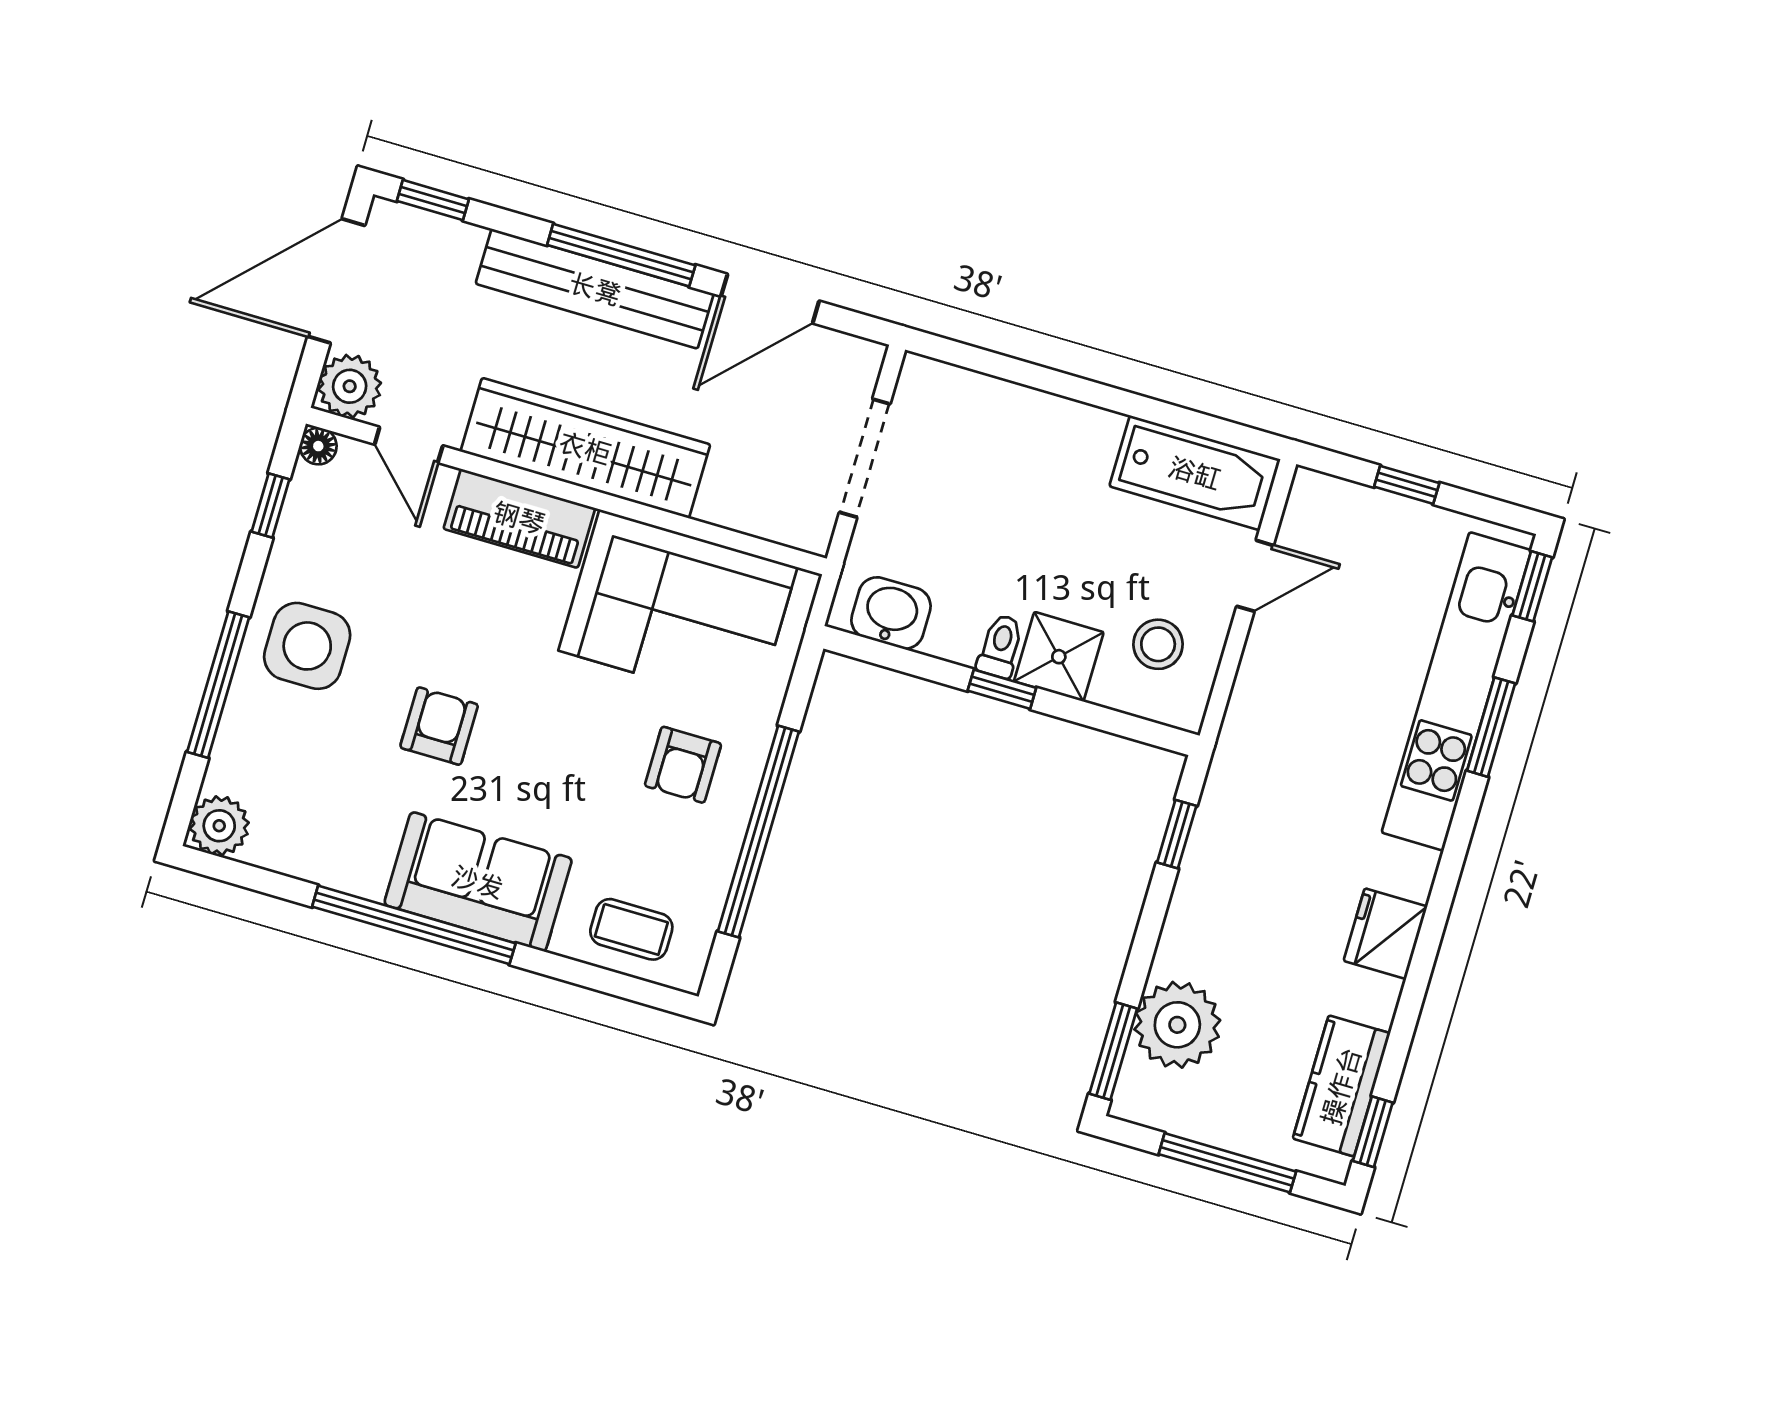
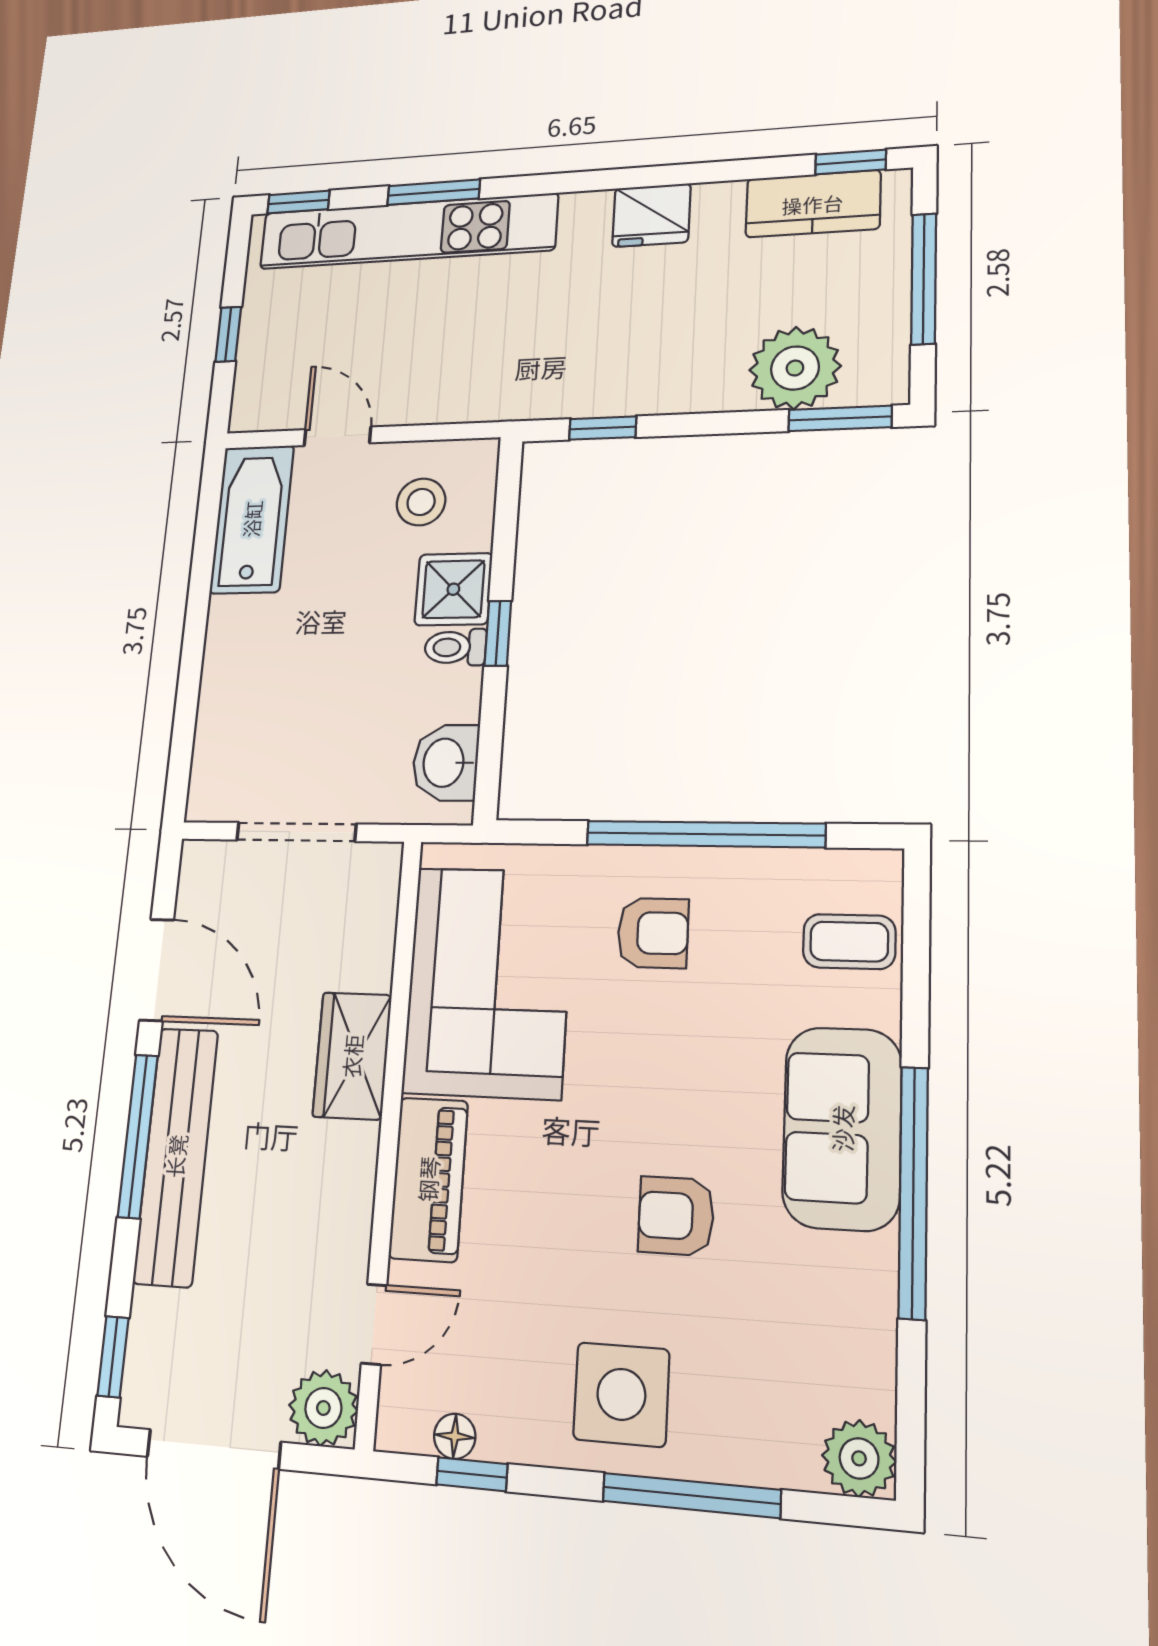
floor lamp: (318, 446) -> (455, 1436), moved
wardrobe: (585, 448) -> (352, 1056), width x0.48, depth x0.85
coffee table: (631, 929) -> (849, 942), turned 90

